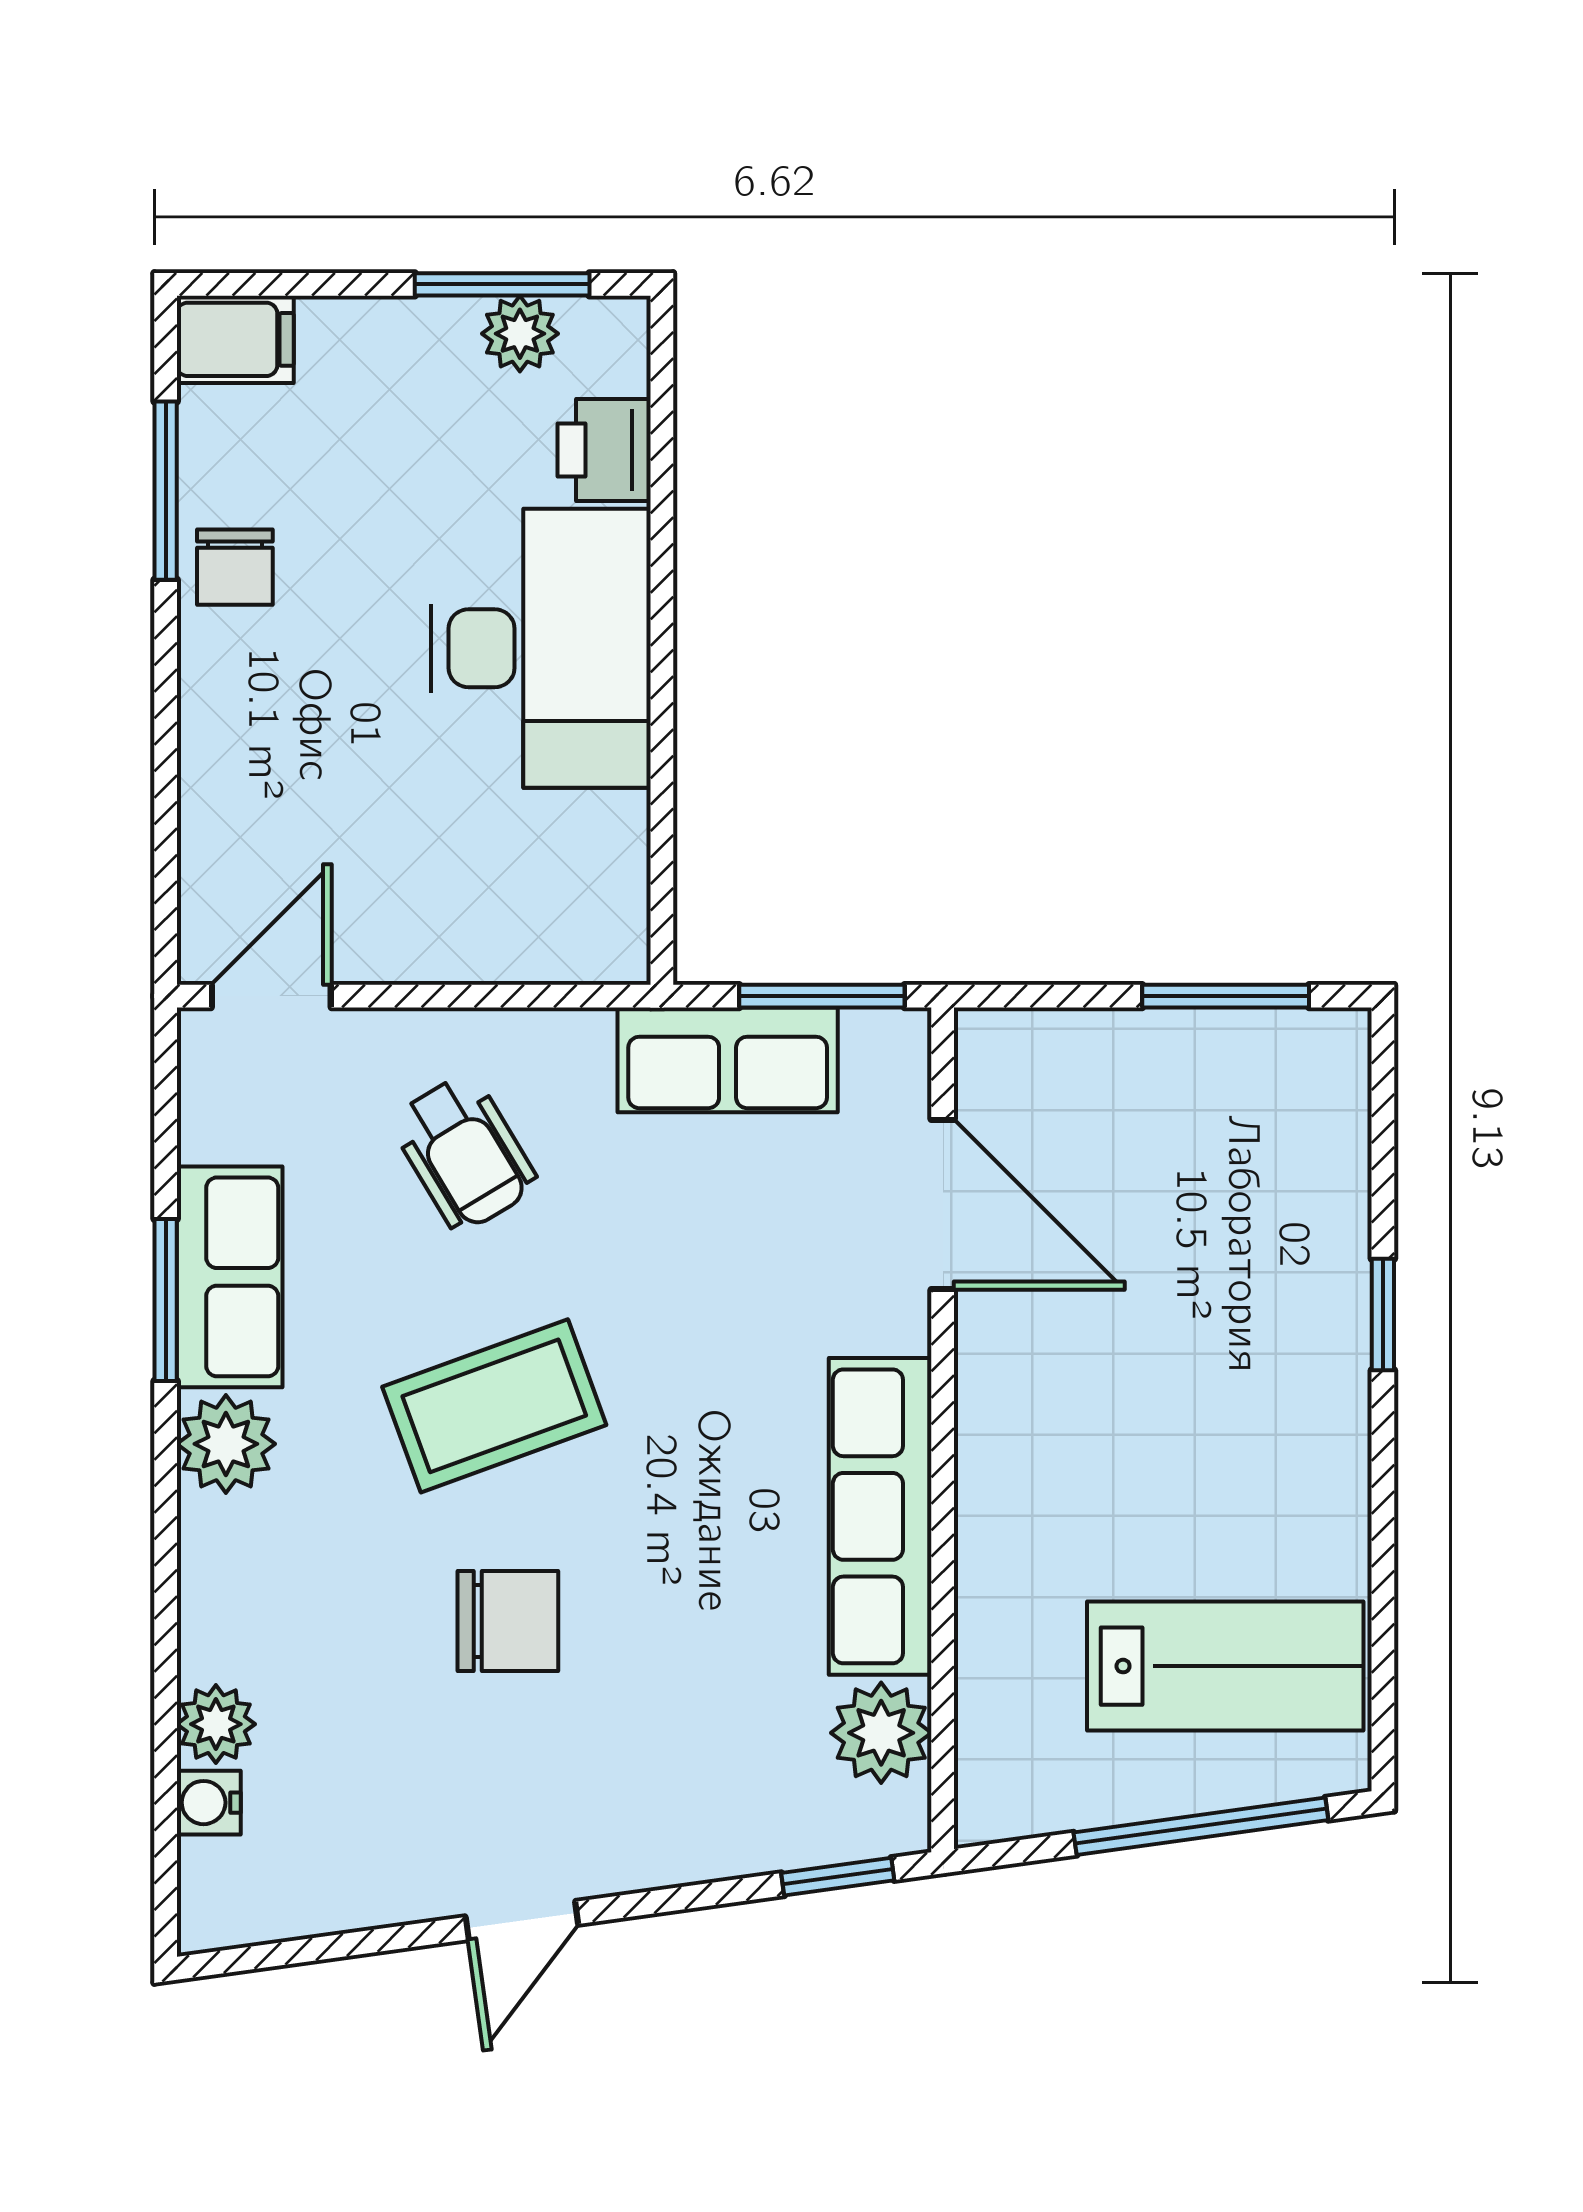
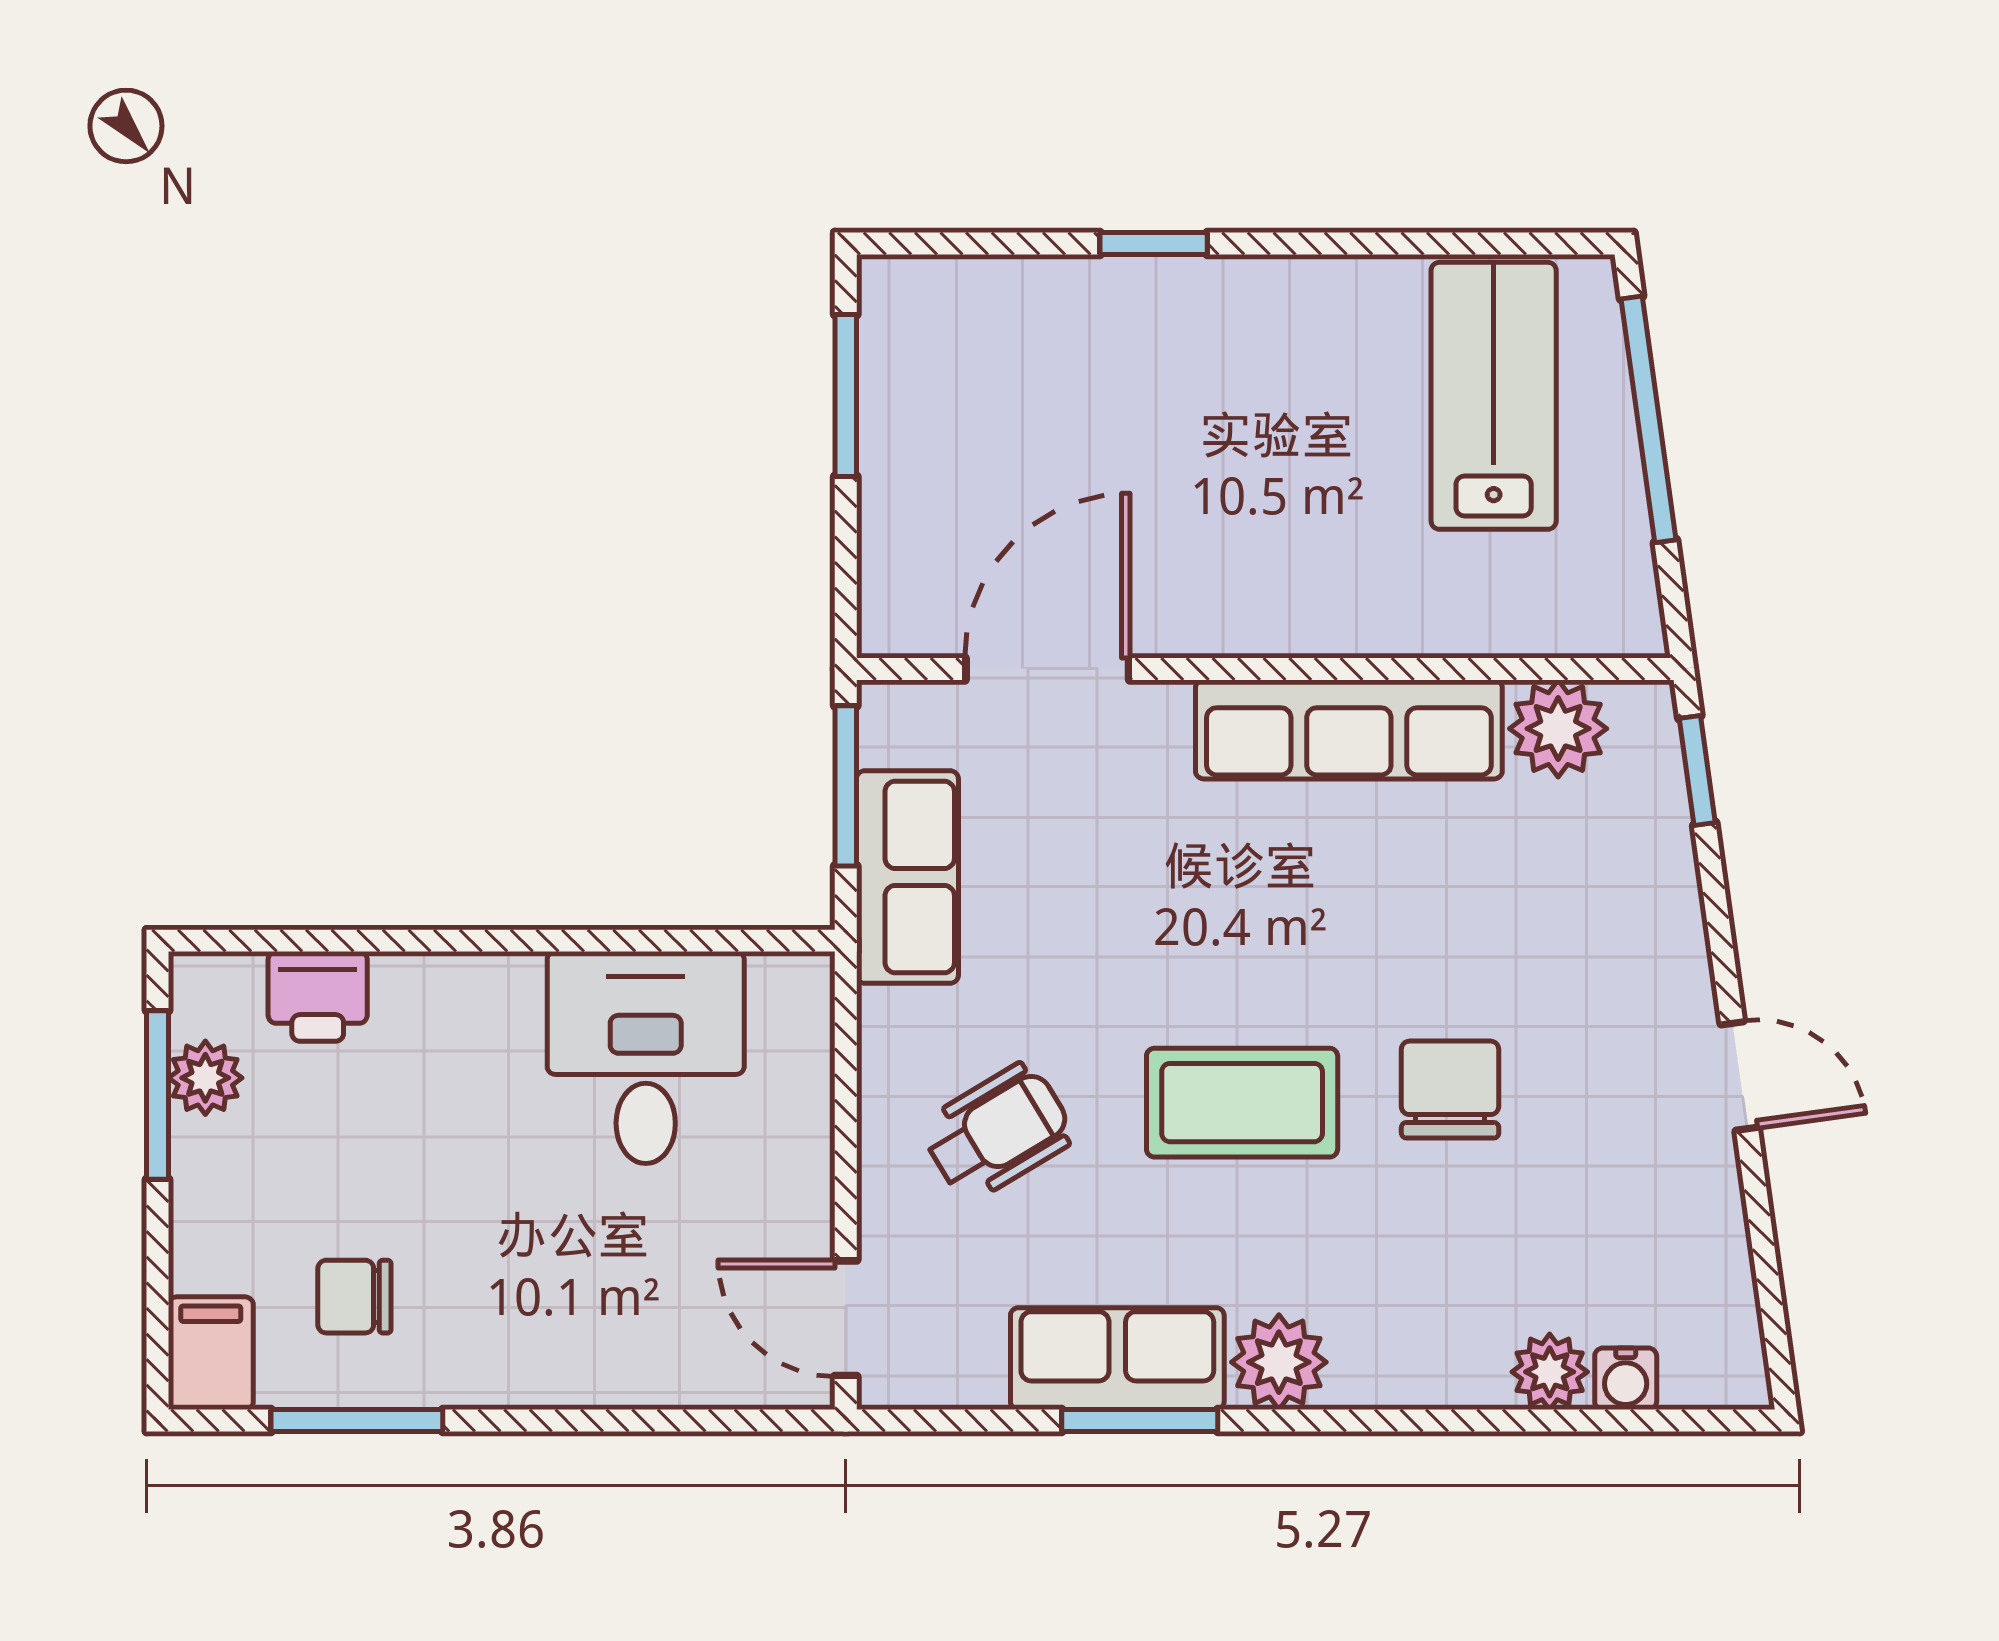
chair: (235, 567) -> (354, 1297), moved, turned 180
desk: (541, 648) -> (646, 1058), moved, width x0.73
coffee table: (494, 1406) -> (1242, 1103), turned -70

